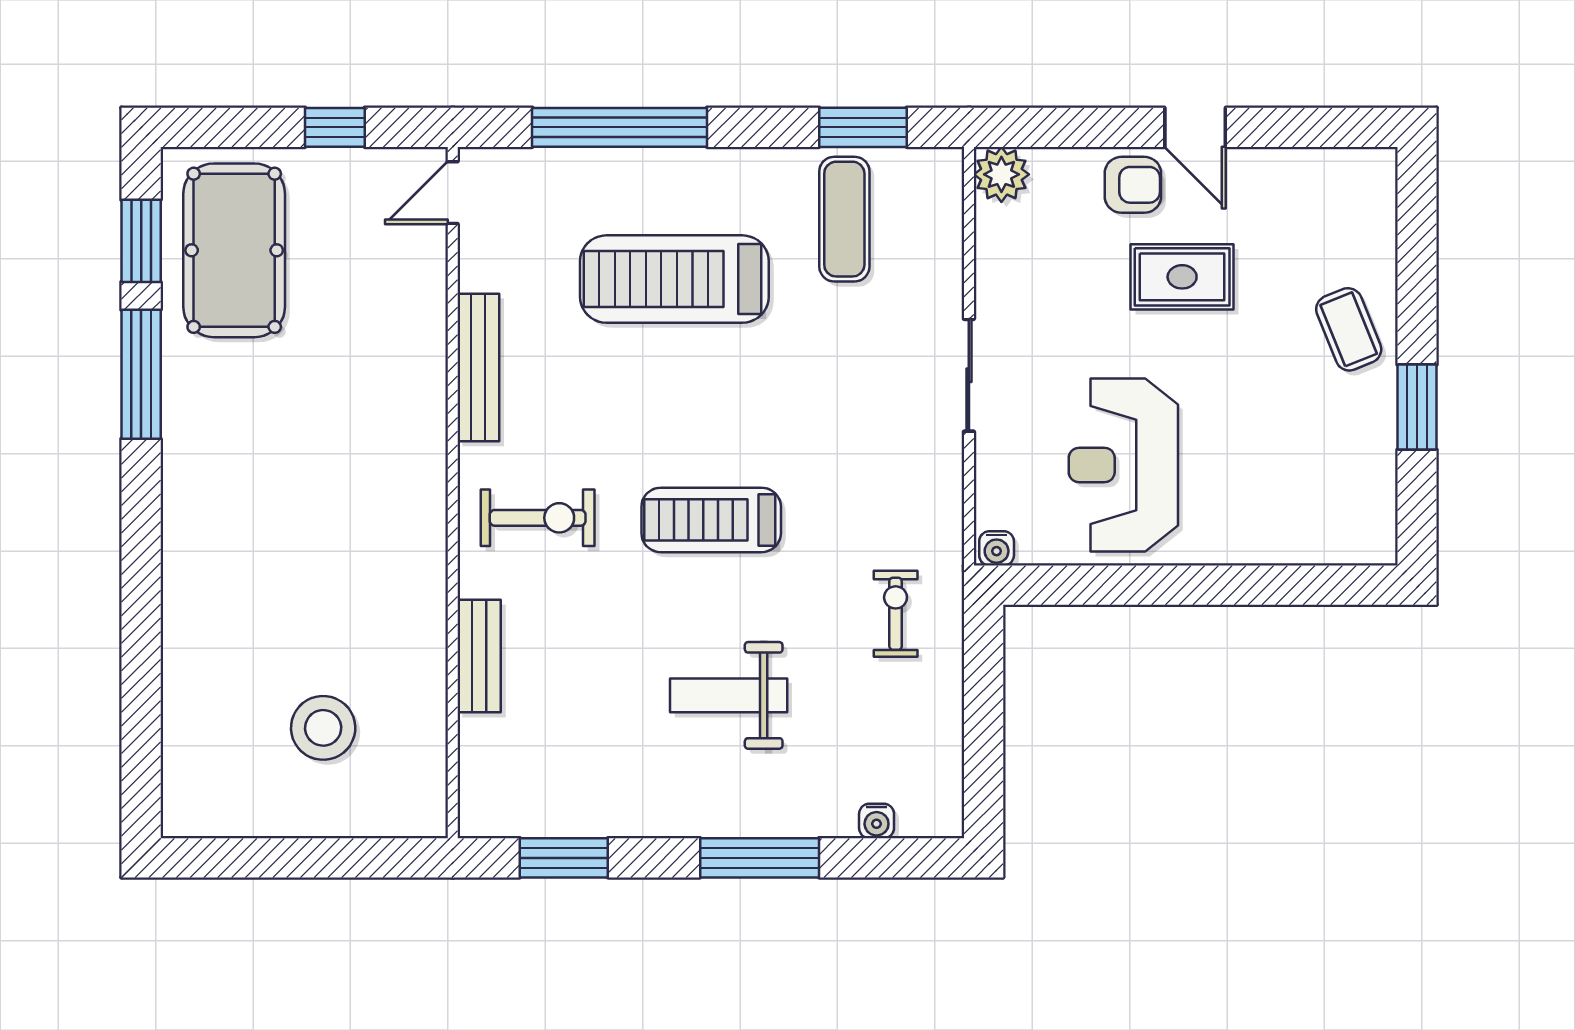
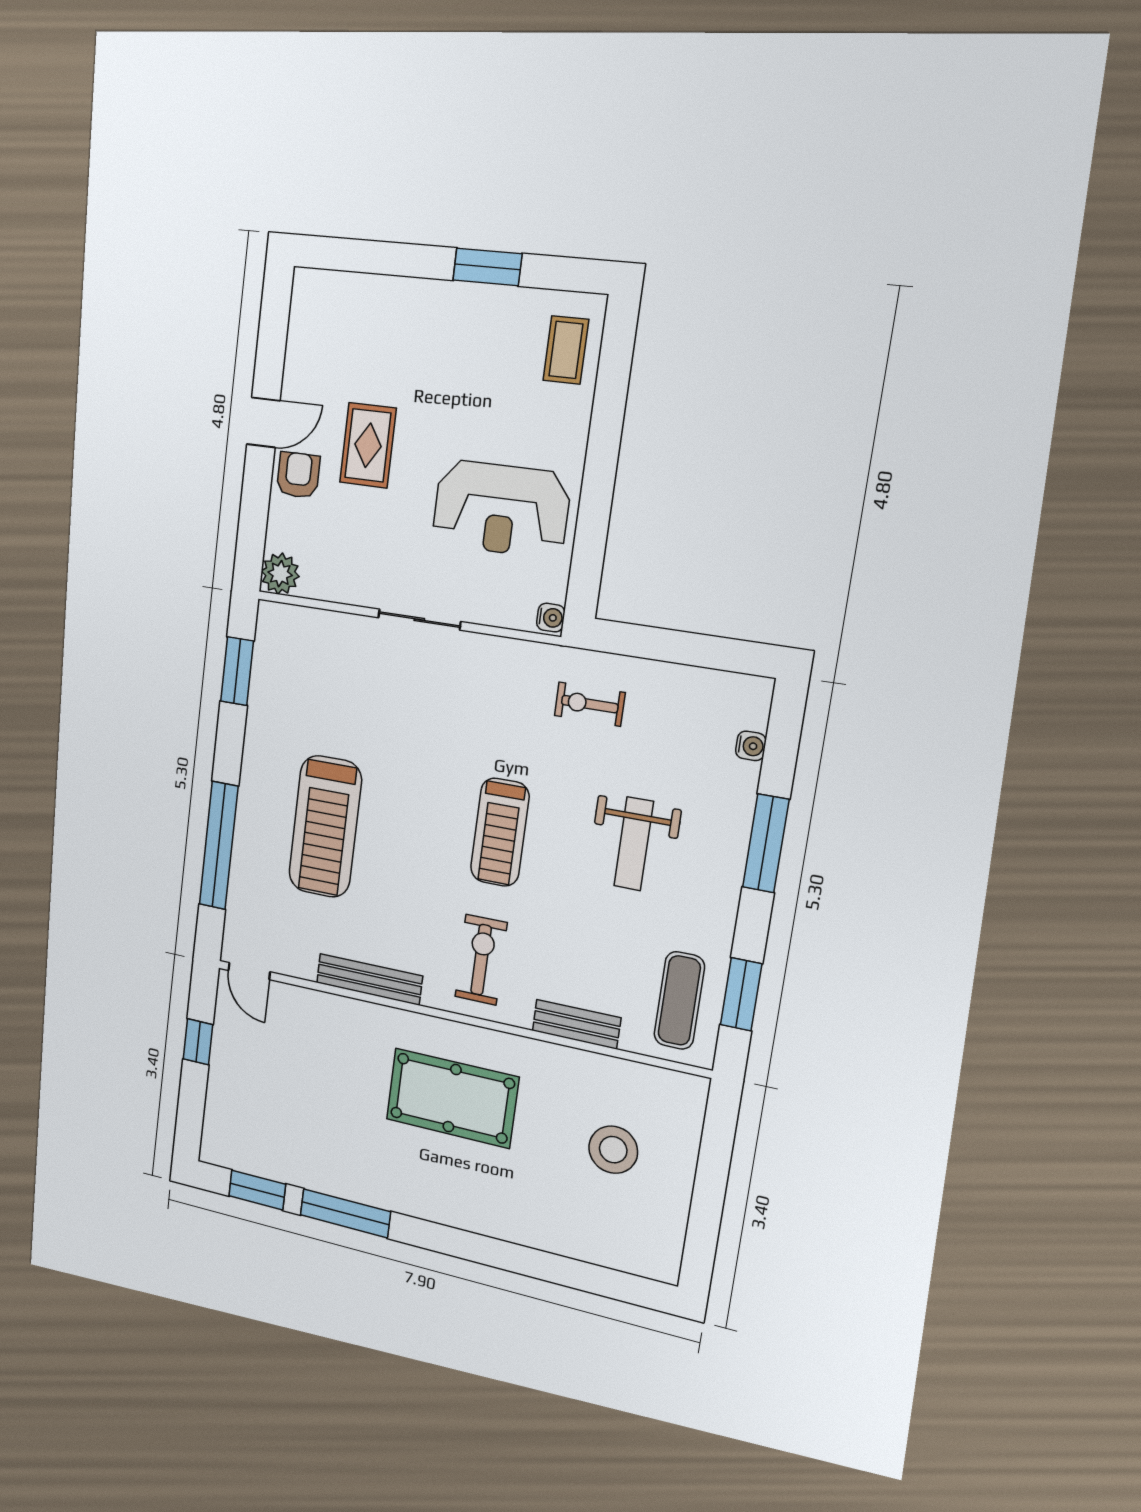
exercise mat: (844, 219) -> (679, 1000), moved, turned 90
pool table: (234, 250) -> (452, 1098), moved
coffee table: (1349, 329) -> (566, 350), moved, turned -68

